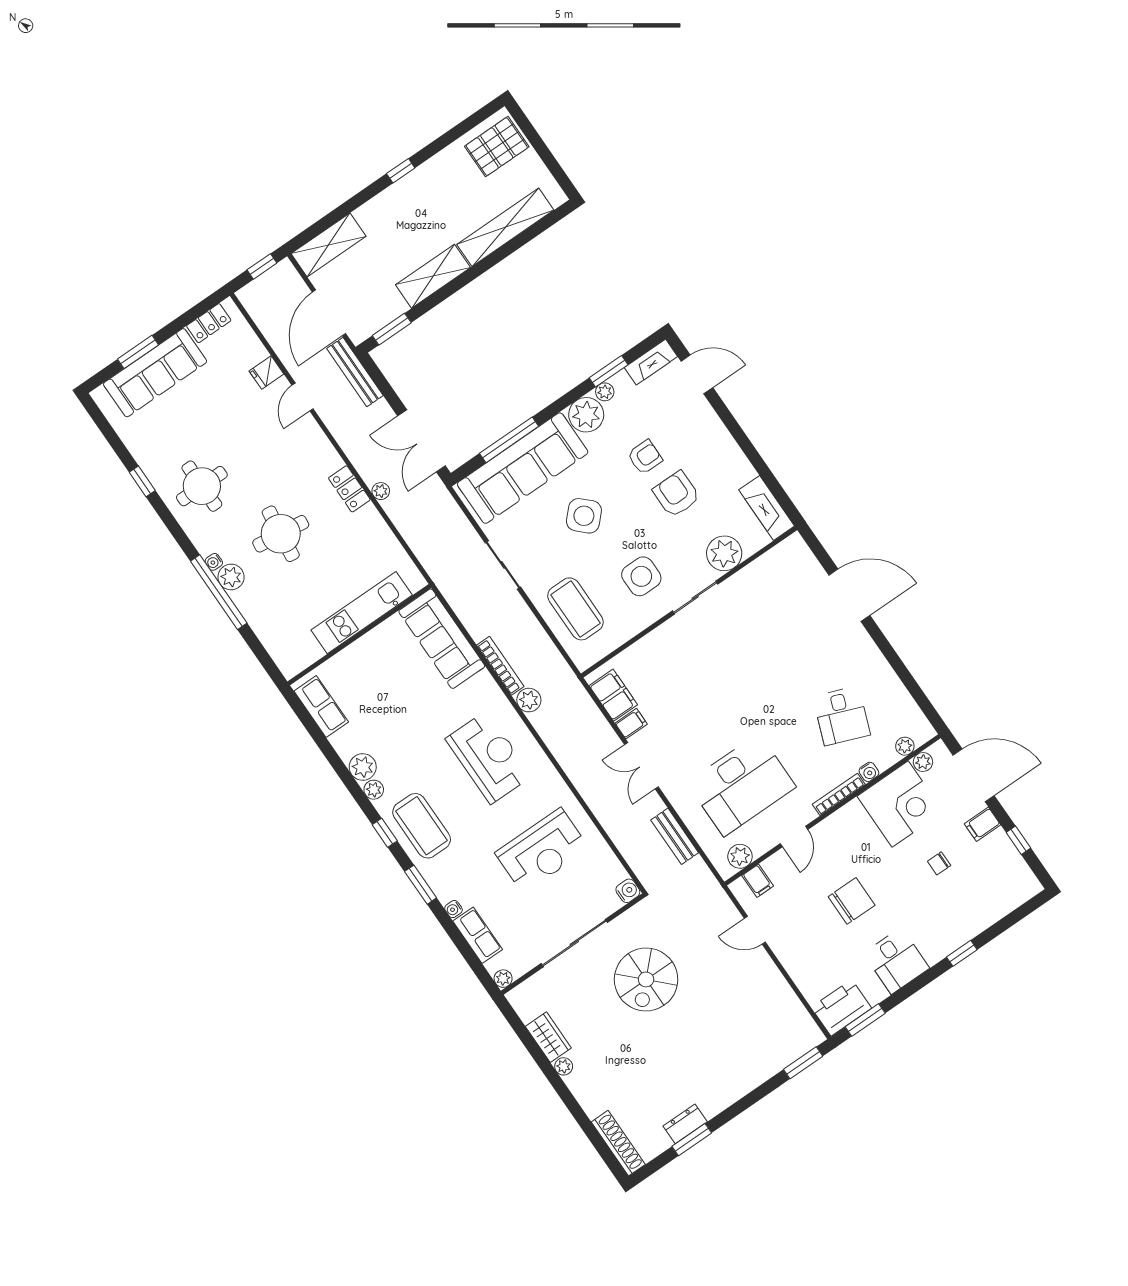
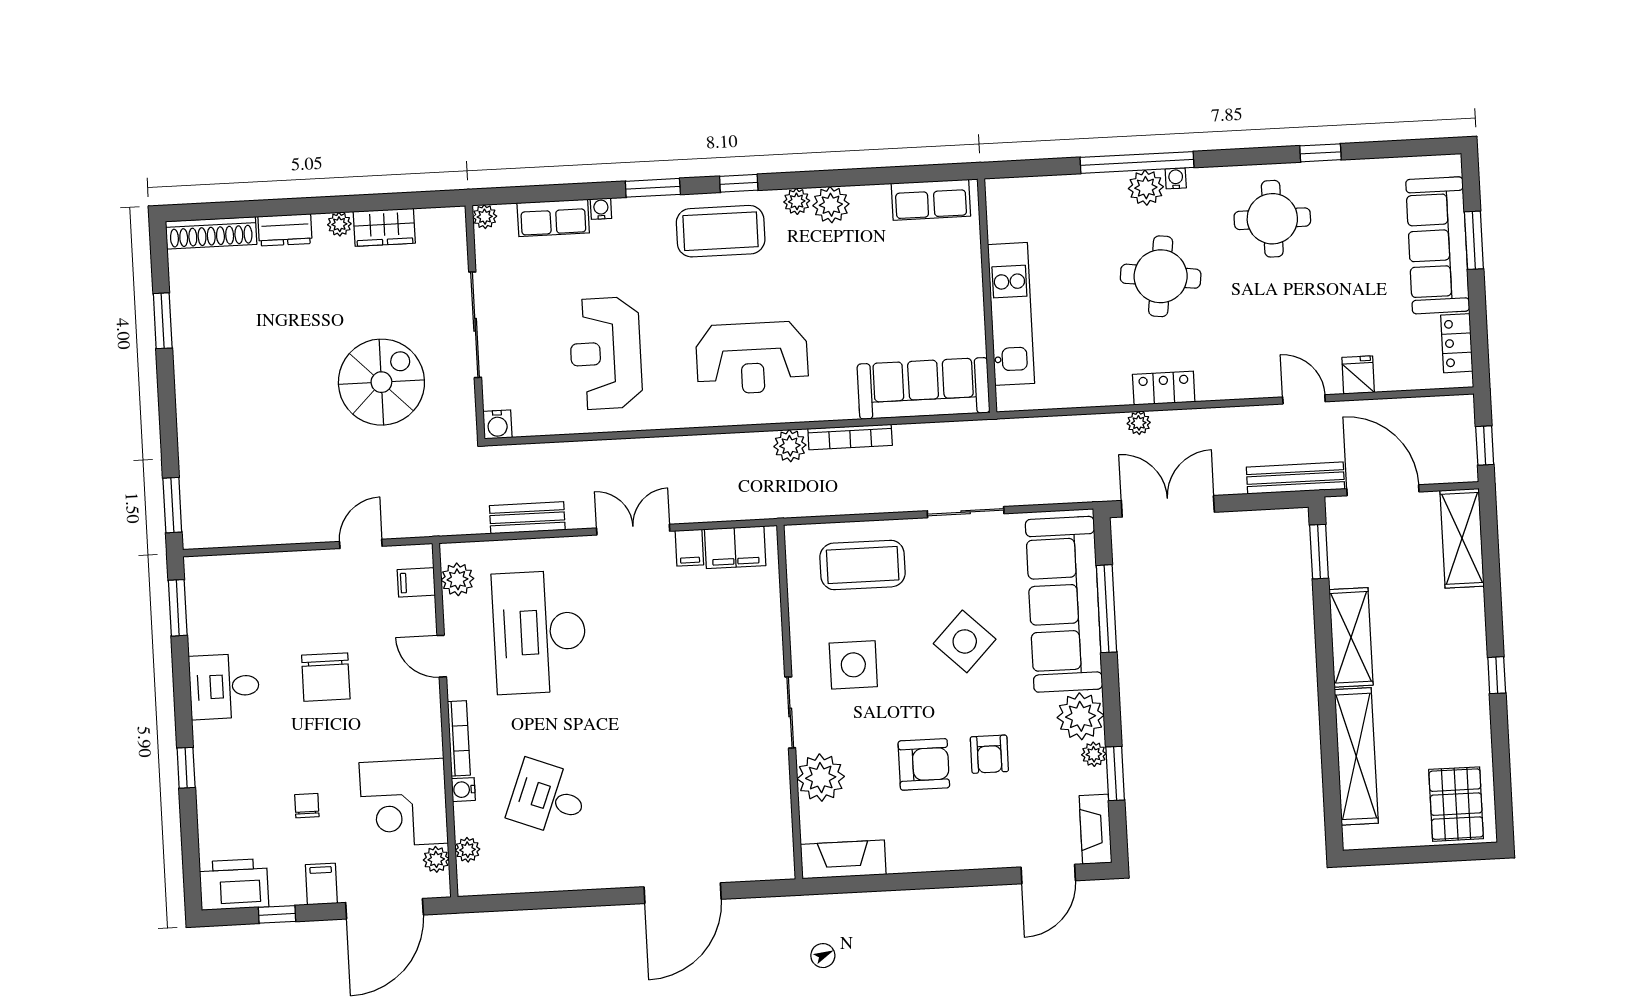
spiral stairs: (646, 979) -> (381, 382), turned 90
printer: (841, 1008) -> (234, 884), moved, turned -90
dresser: (685, 1124) -> (285, 230), moved, turned 90

